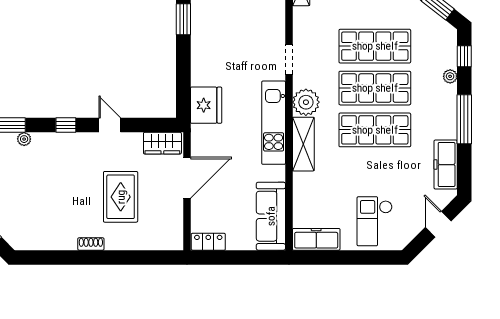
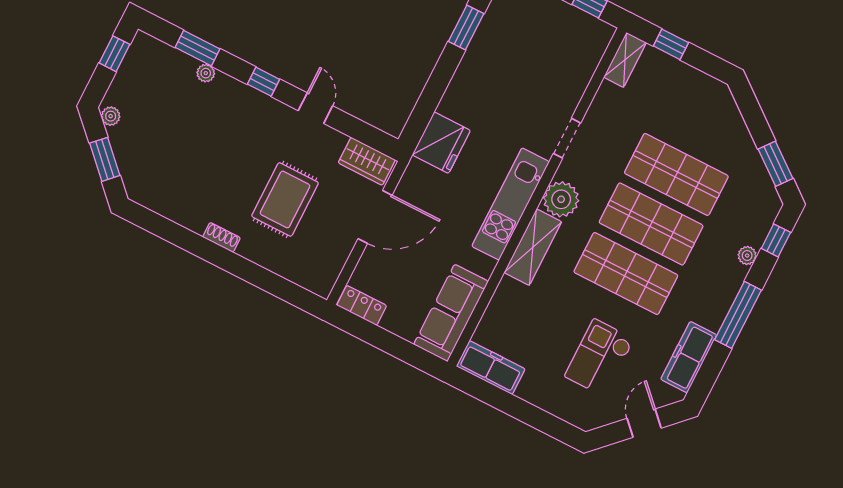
checkout: (375, 221) -> (599, 358), moved

